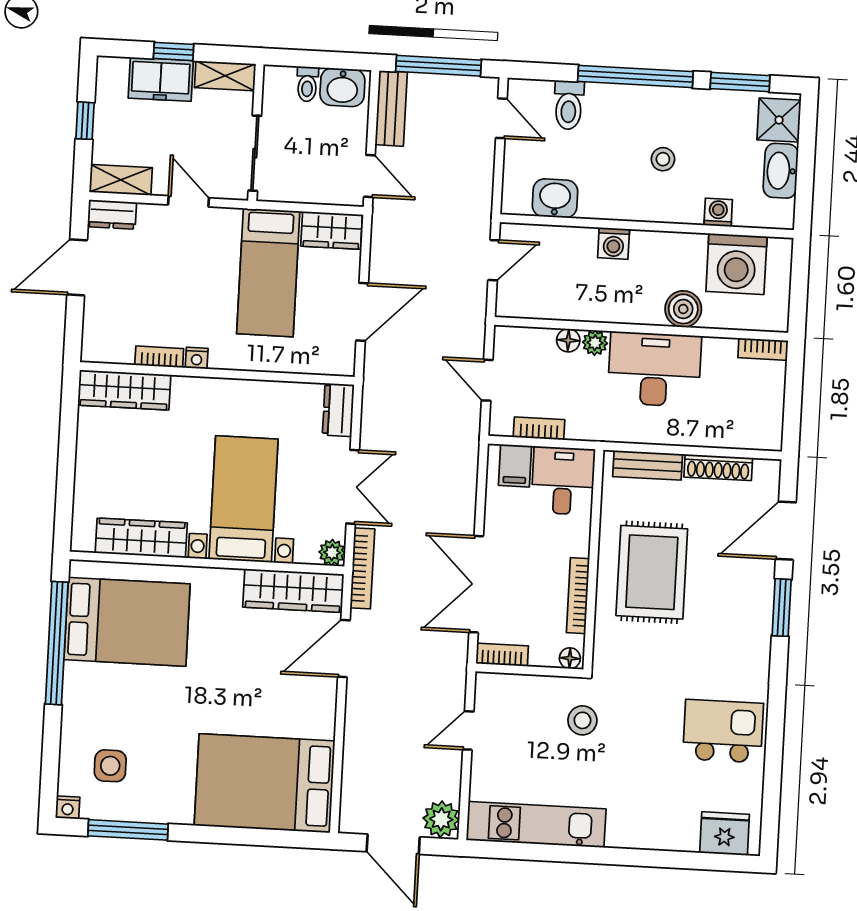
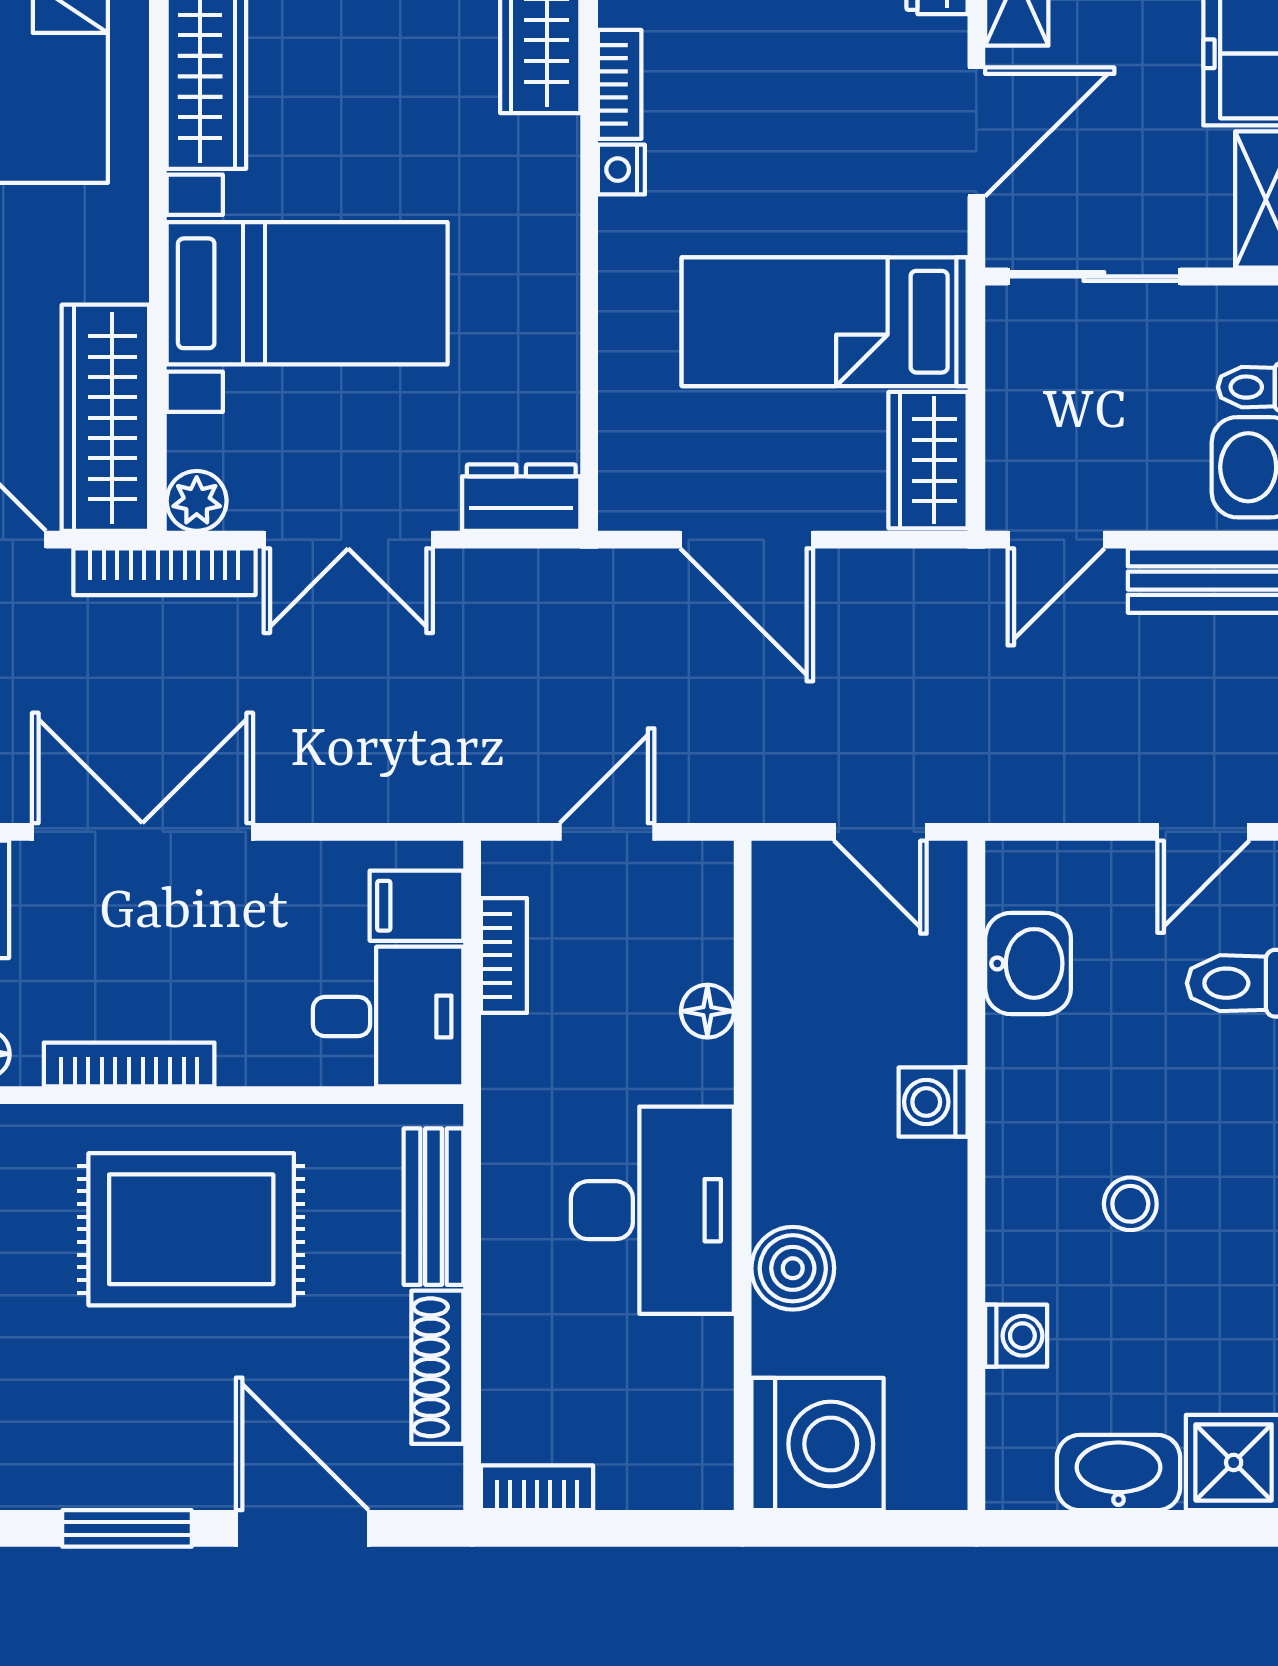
door: (189, 201) -> (976, 132), width x1.38
washing machine: (736, 264) -> (818, 1444), moved, turned 180
plant: (595, 343) -> (705, 1072), removed
bookcase: (763, 349) -> (537, 1488), moved, turned 90

